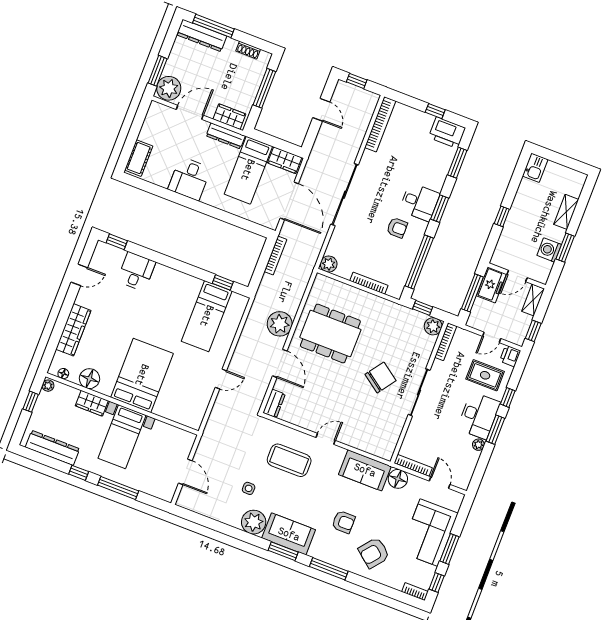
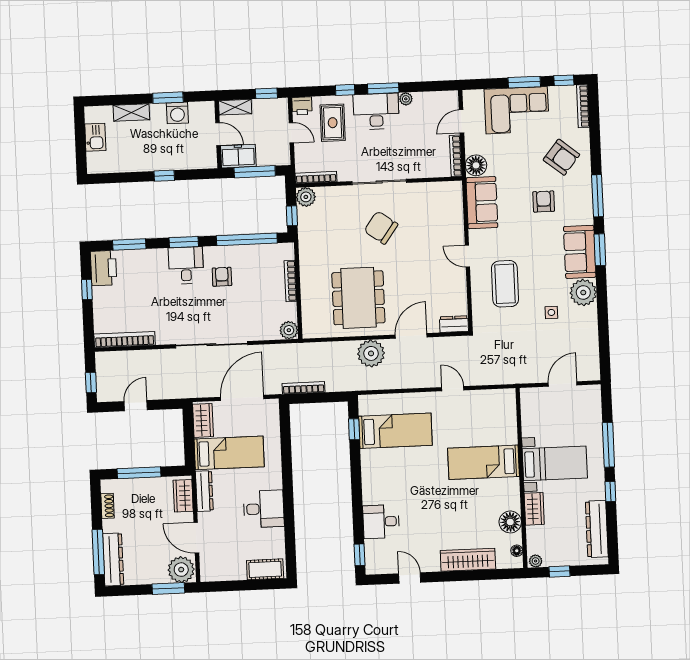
kitchen sink: (535, 168) -> (95, 137), moved, turned 90
bed: (142, 375) -> (484, 462), width x0.67
bookcase: (415, 592) -> (583, 106), width x1.56

